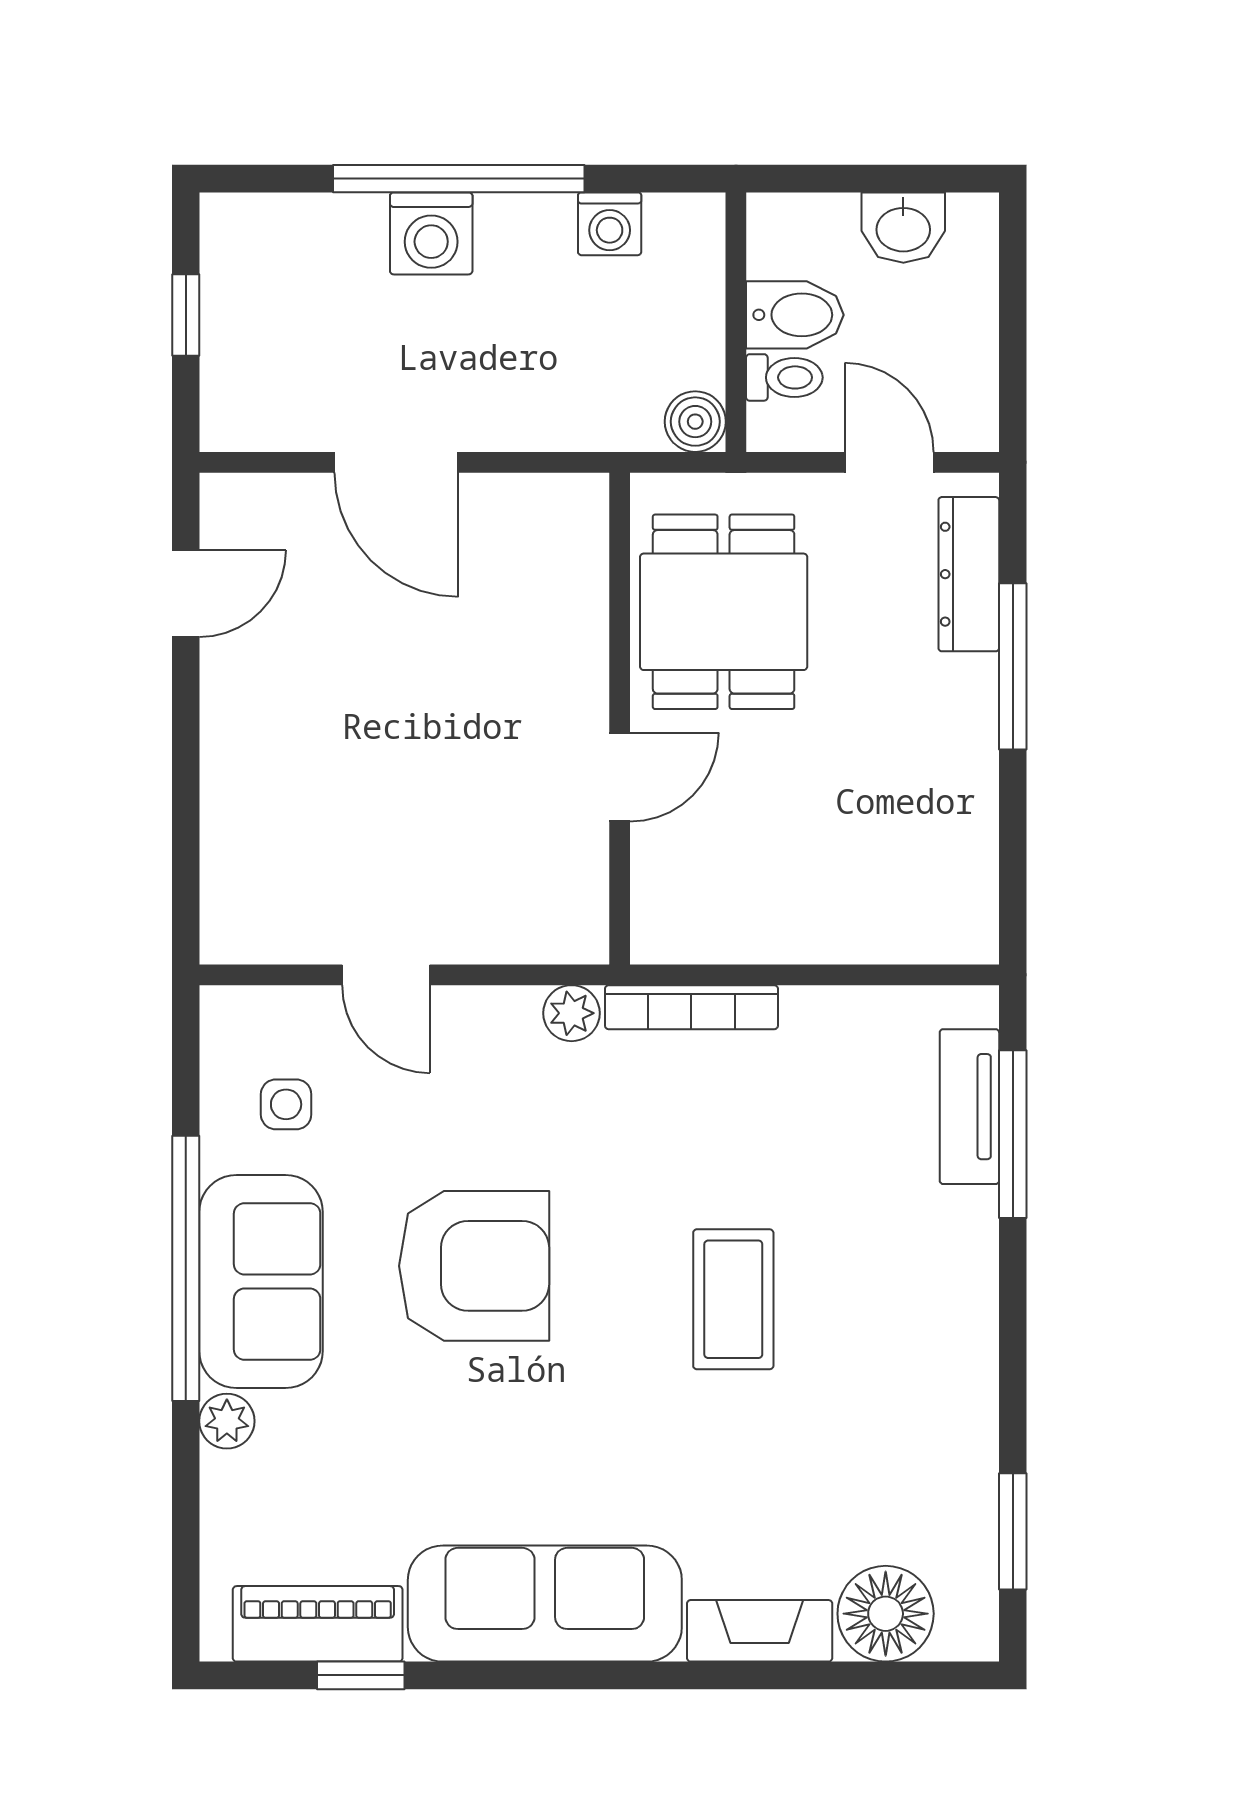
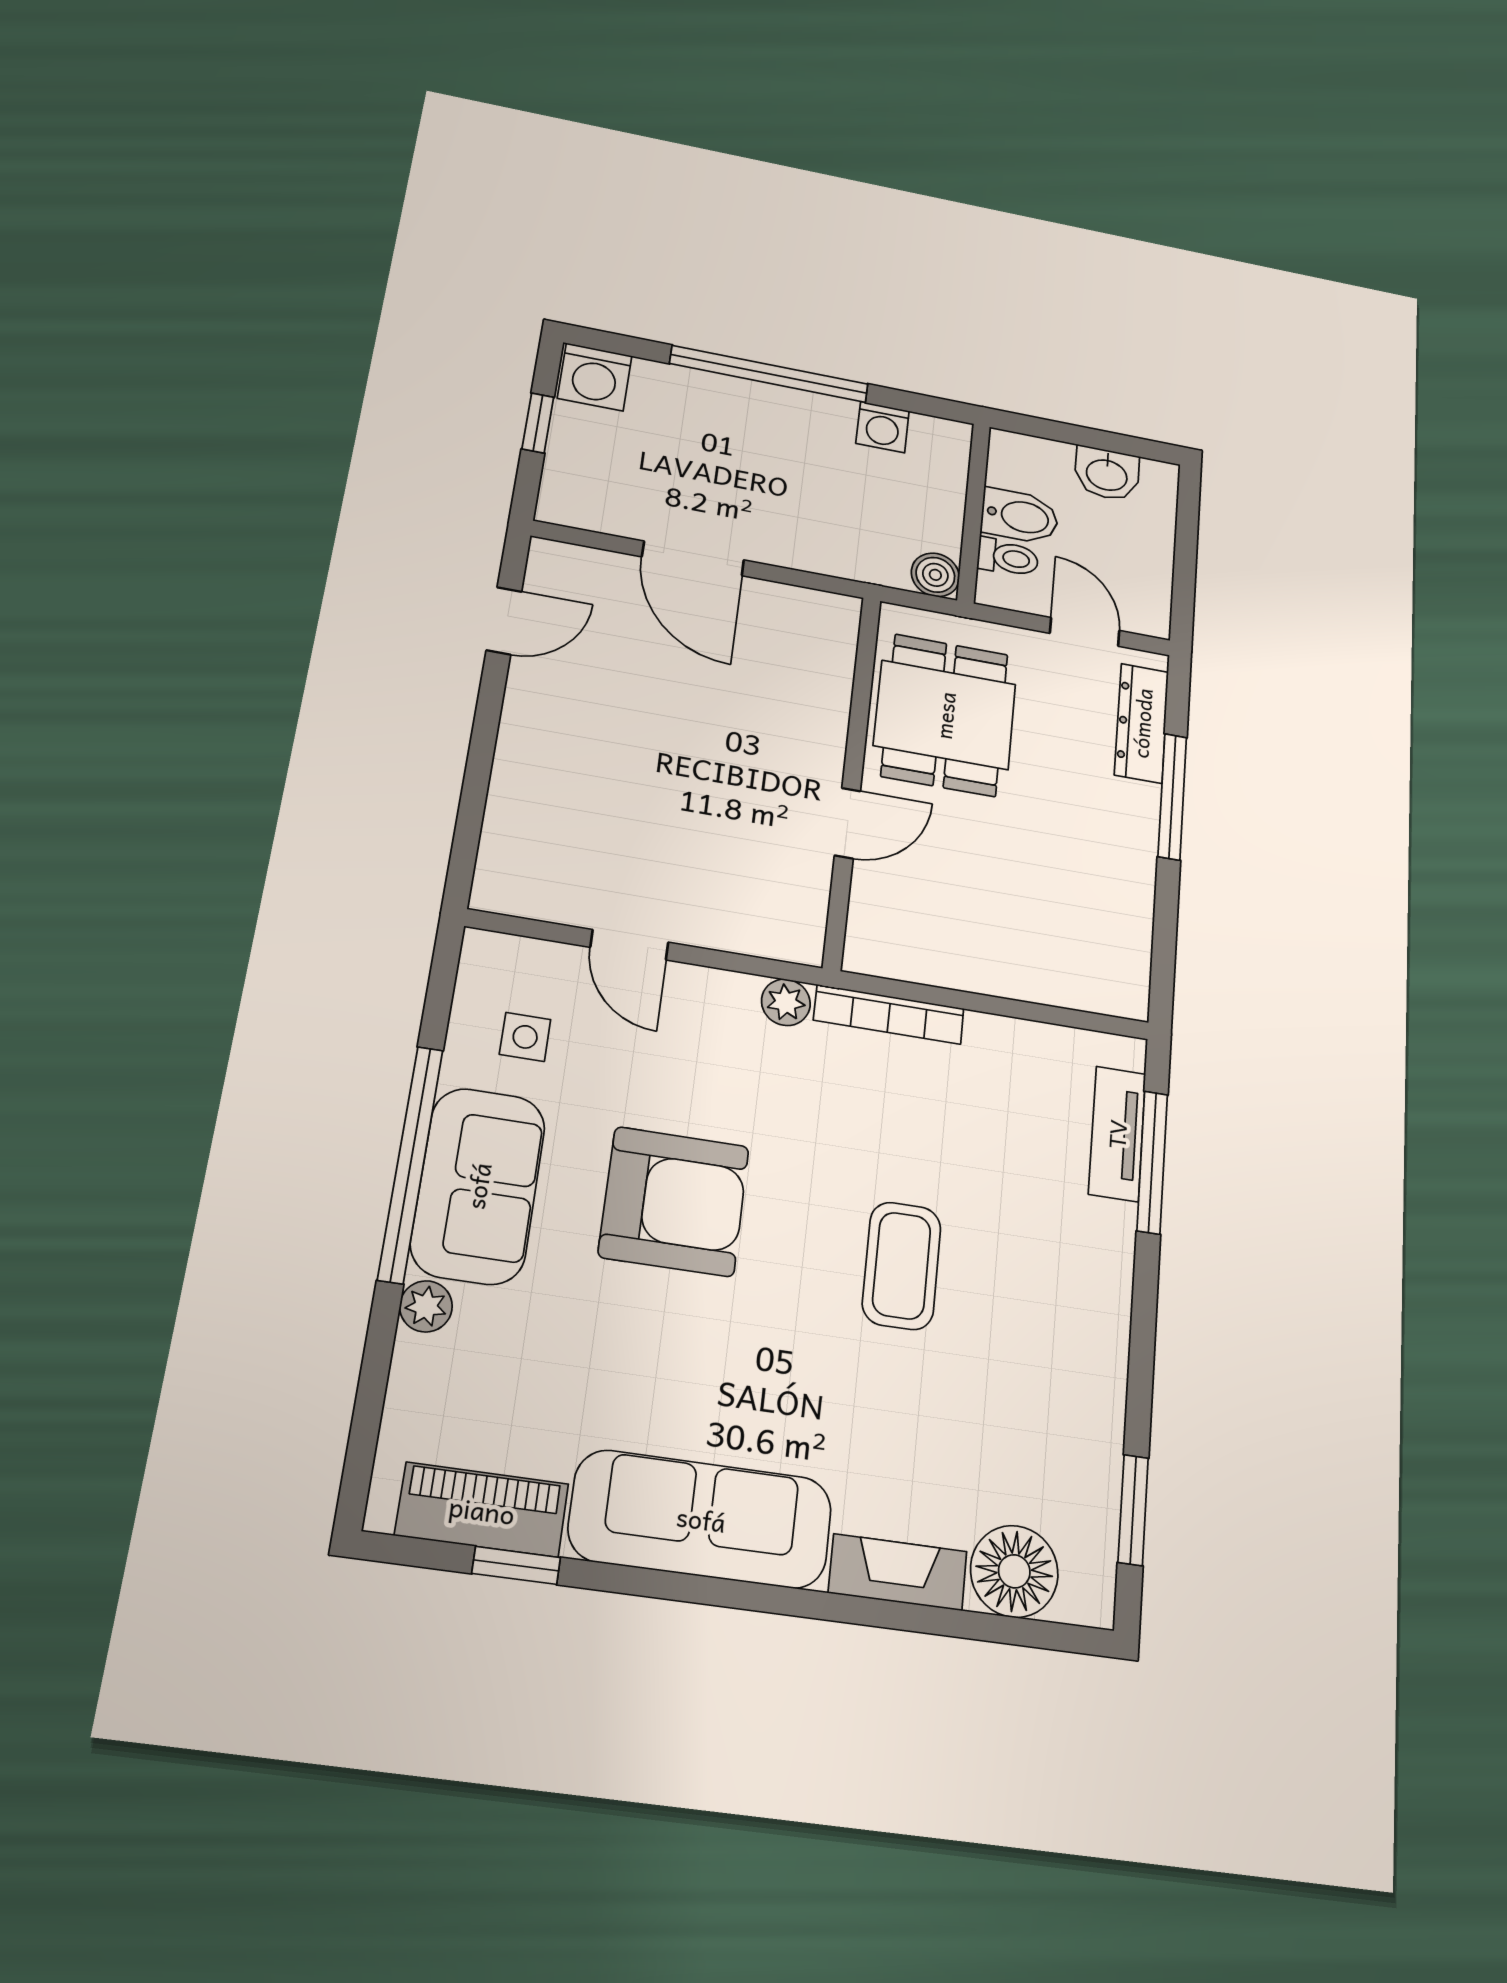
washing machine: (431, 233) -> (595, 377), moved

